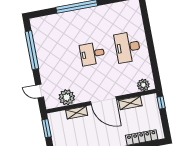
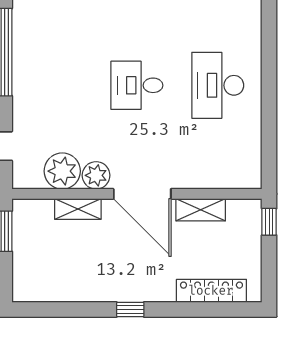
plant: (143, 85) -> (96, 175), moved

